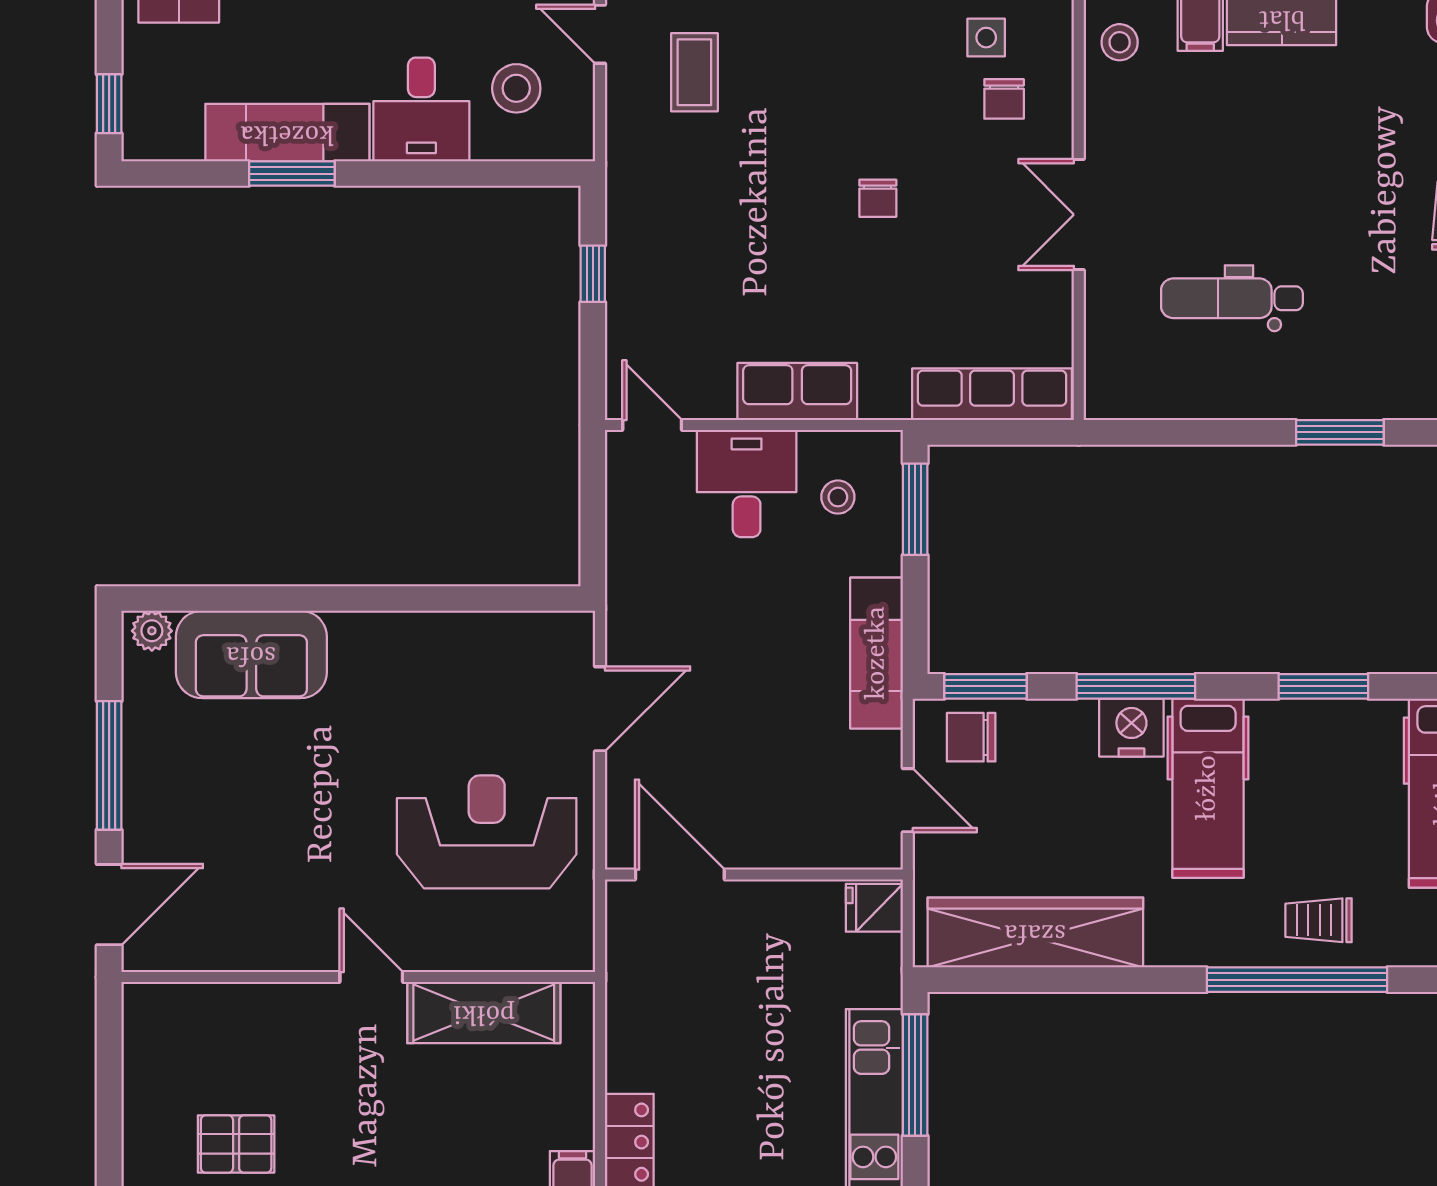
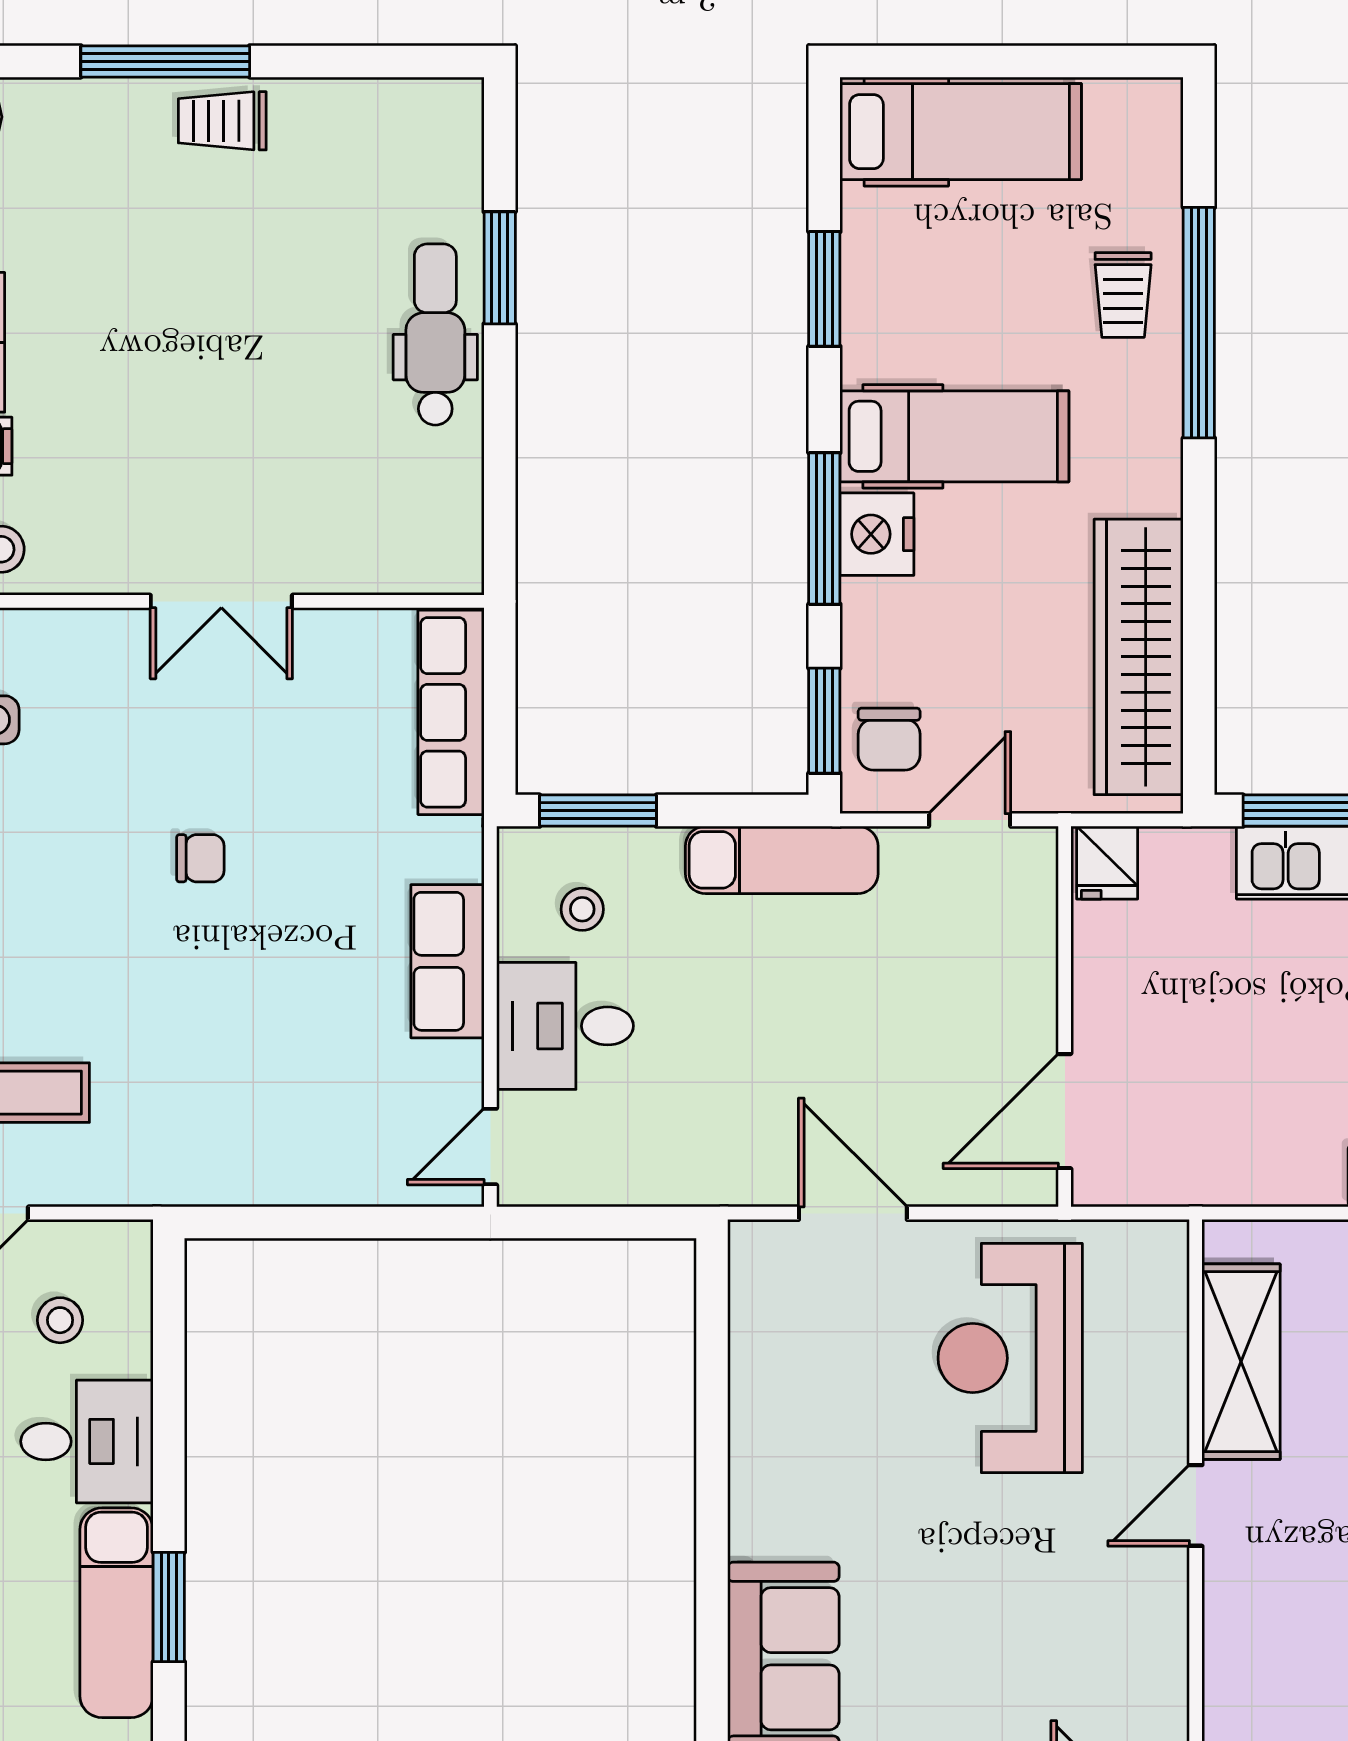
stool: (516, 88) -> (60, 1320), width x0.73, depth x0.73
chair: (1004, 99) -> (74, 697), removed
window: (593, 274) -> (297, 1223), removed
dental chair: (1232, 298) -> (435, 334), moved, turned 180

